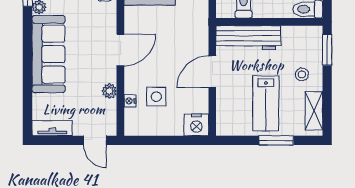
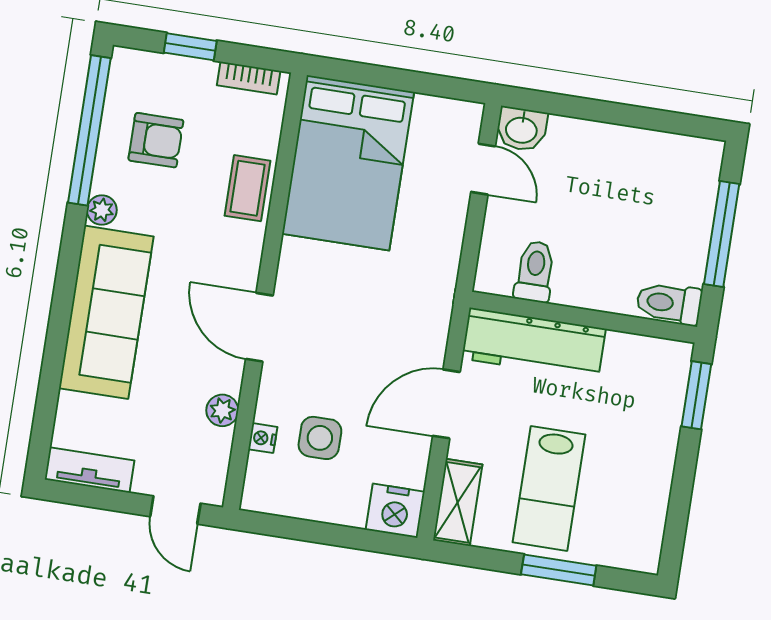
door: (120, 50) -> (259, 327), swing flipped
stool: (302, 74) -> (635, 439), removed
shelving: (314, 111) -> (458, 502), moved

